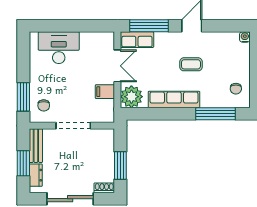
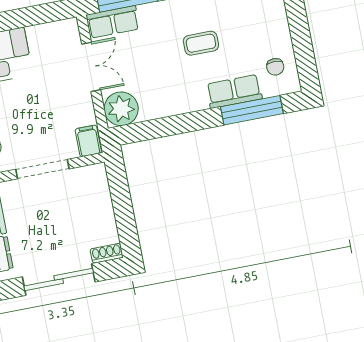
filing cabinet: (105, 92) -> (88, 141), moved, turned 90
row of seats: (174, 99) -> (234, 91), moved, width x0.68
window: (120, 166) -> (124, 215), removed

